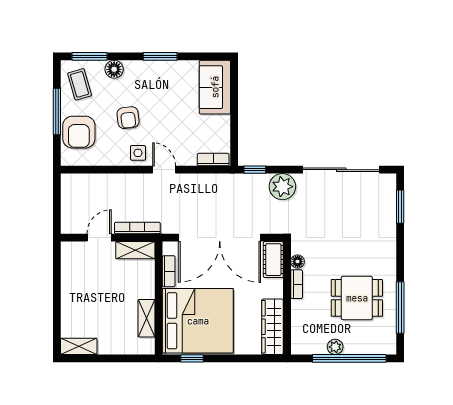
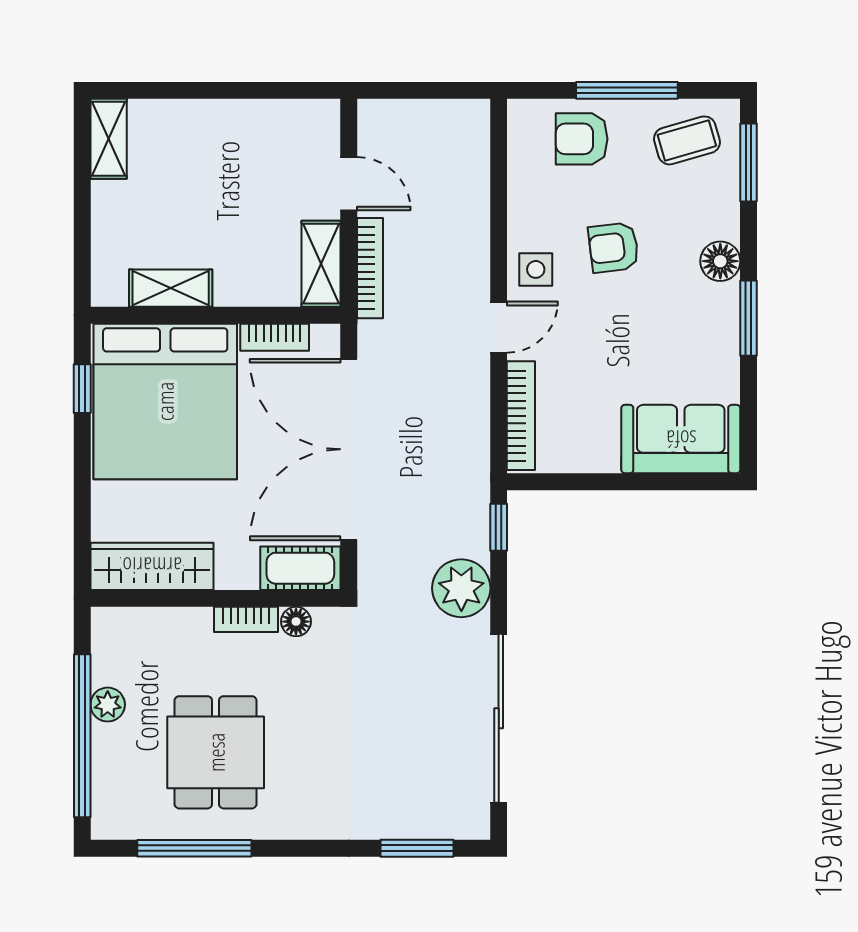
floor lamp: (114, 69) -> (720, 261), moved
armchair: (79, 132) -> (582, 139), width x0.72, depth x0.72
bookcase: (213, 160) -> (521, 416), width x1.56

